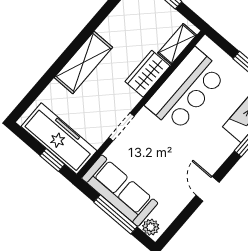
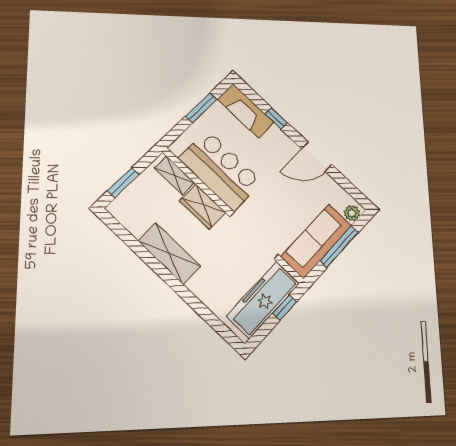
shelving: (83, 62) -> (169, 254), moved
doorway: (122, 127) -> (254, 236), width x1.87
door: (208, 189) -> (317, 157), width x1.38

